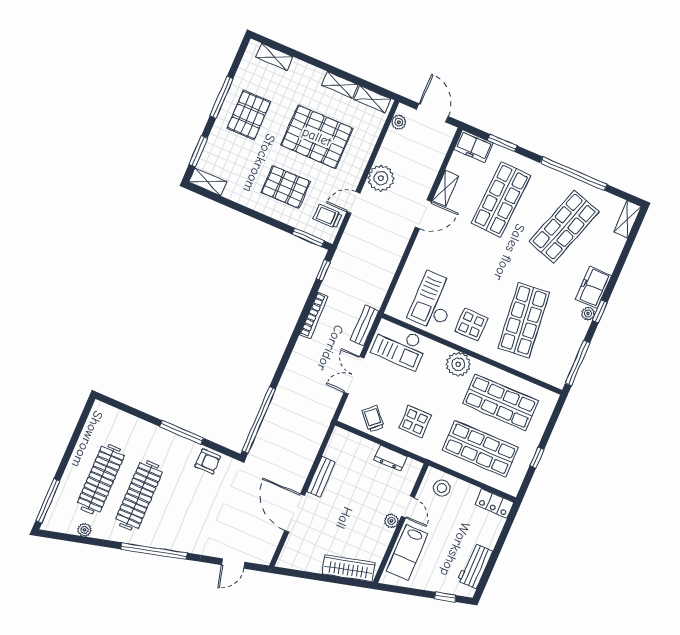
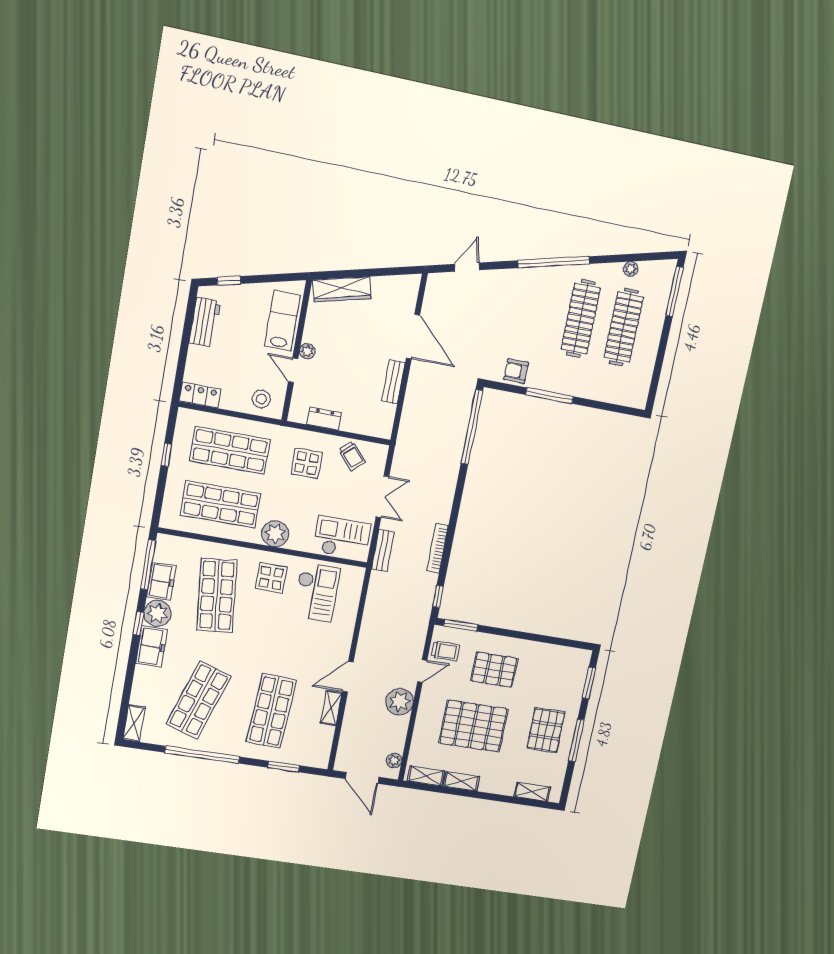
freezer: (474, 146) -> (161, 581), moved, turned 90
shelving: (208, 182) -> (573, 655), removed
plant: (588, 313) -> (158, 613), width x1.88, depth x1.88

